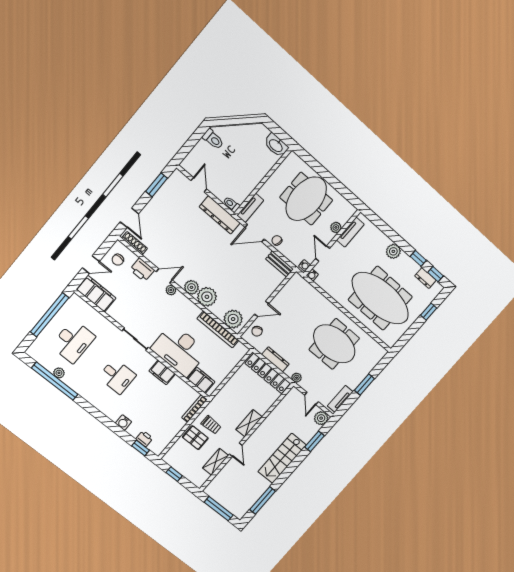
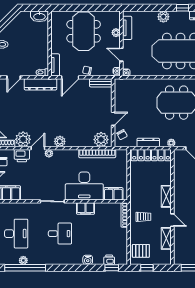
door: (199, 185) -> (14, 77), swing flipped
plant: (207, 297) -> (23, 139), moved
pallet: (195, 438) -> (141, 251), moved

